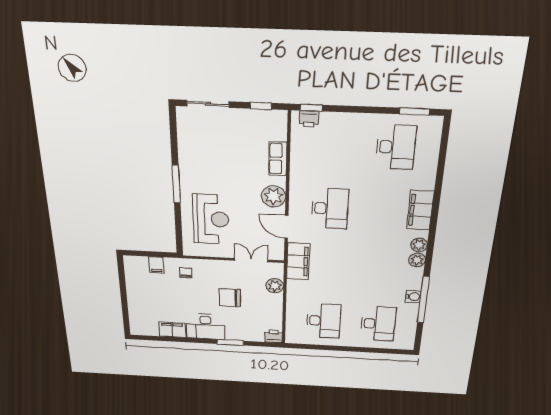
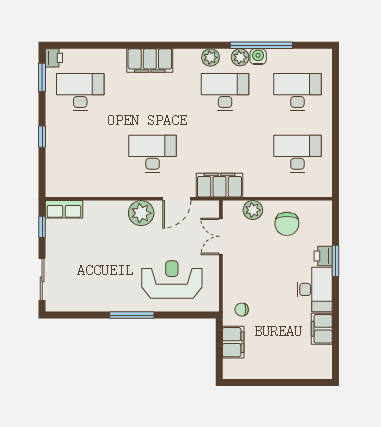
window: (311, 108) -> (42, 137), moved
printer: (309, 119) -> (54, 58), moved
row of seats: (278, 159) -> (64, 209), moved
plant: (419, 245) -> (240, 57), moved
filing cabinet: (156, 265) -> (233, 342), width x2.00
desk: (384, 270) -> (225, 92), added
chair: (230, 298) -> (287, 224), moved
printer: (274, 336) -> (323, 256), moved

